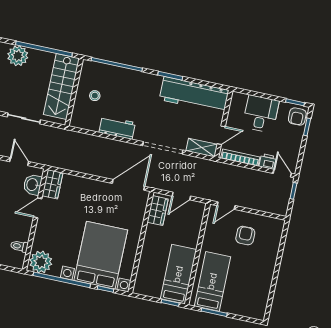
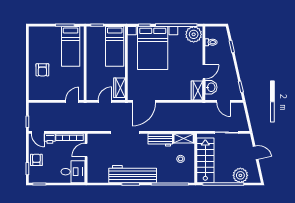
workbench: (194, 95) -> (133, 174), moved
desk: (261, 114) -> (73, 172), moved, turned -90
armchair: (297, 117) -> (36, 160), moved
shelving: (202, 148) -> (184, 138), moved
armchair: (245, 236) -> (42, 70), moved
bed: (178, 274) -> (115, 46), moved

